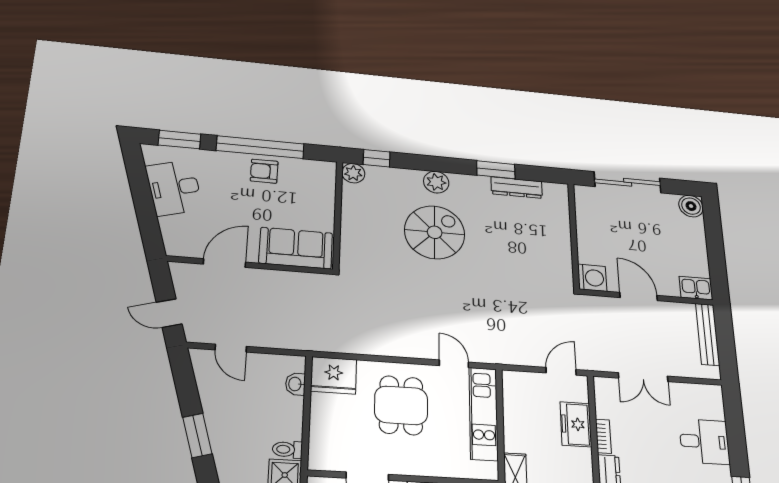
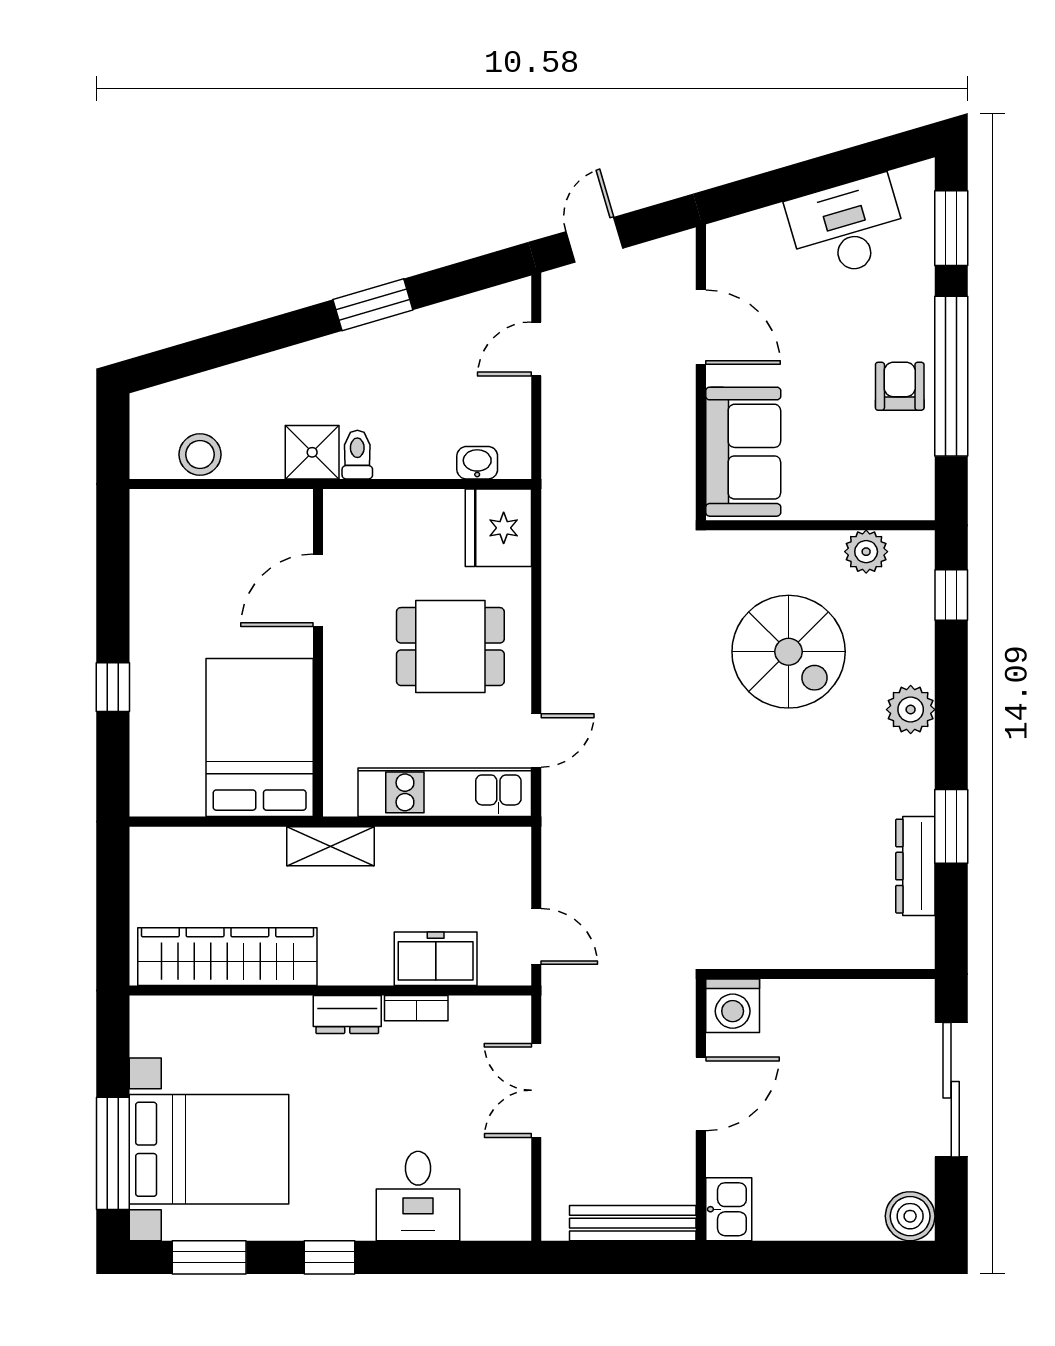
plant: (353, 173) -> (866, 552), moved
spiral stairs: (435, 232) -> (789, 652), moved

